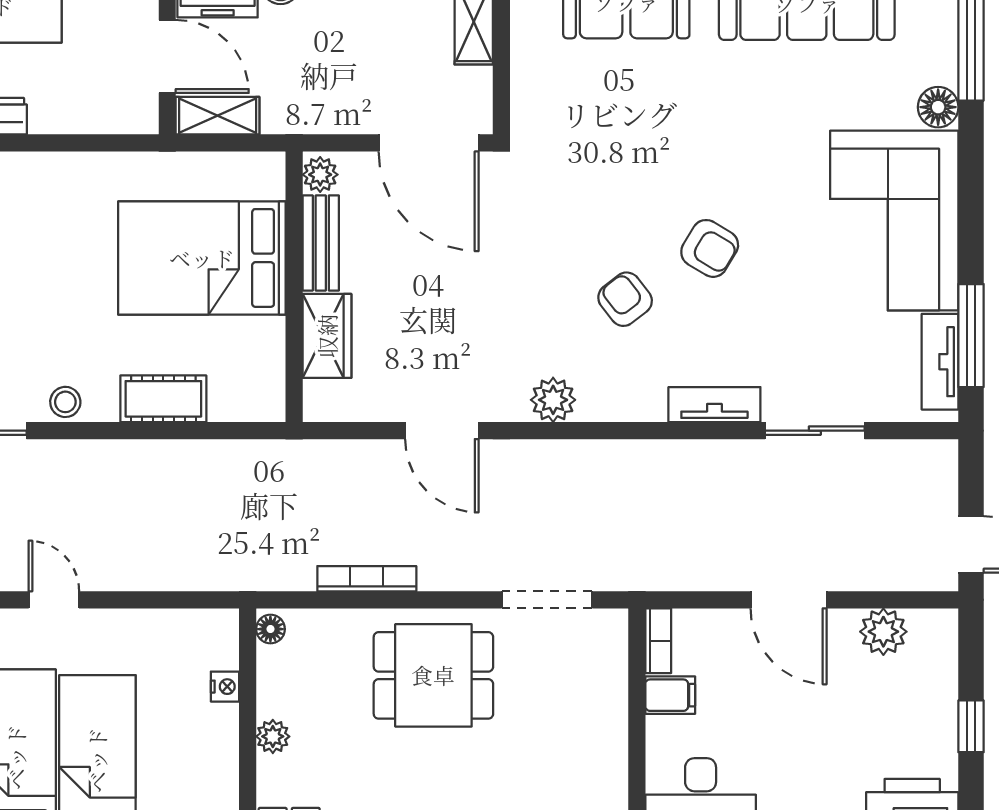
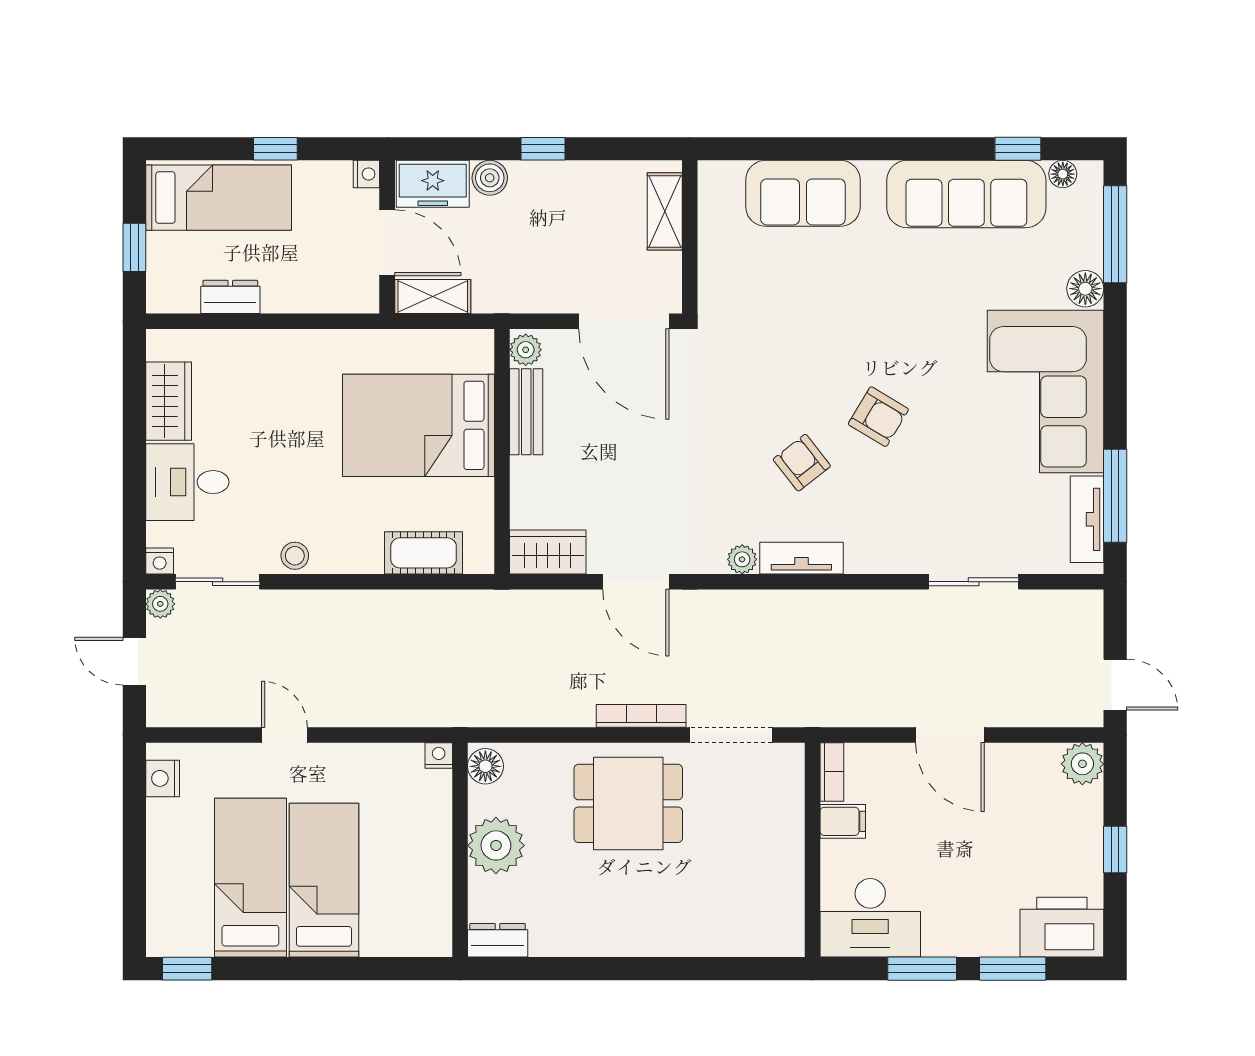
wardrobe: (327, 336) -> (548, 552), moved, turned -90
cot: (163, 399) -> (424, 553), moved
plant: (553, 400) -> (742, 559), width x0.73, depth x0.73
tv unit: (714, 405) -> (801, 558), moved
bookcase: (367, 579) -> (641, 716), moved
floor lamp: (270, 629) -> (485, 766), width x1.37, depth x1.37
plant: (883, 632) -> (1082, 764), moved
nightstand: (225, 687) -> (439, 755), moved, turned -90
plant: (273, 736) -> (496, 845), width x1.87, depth x1.87

